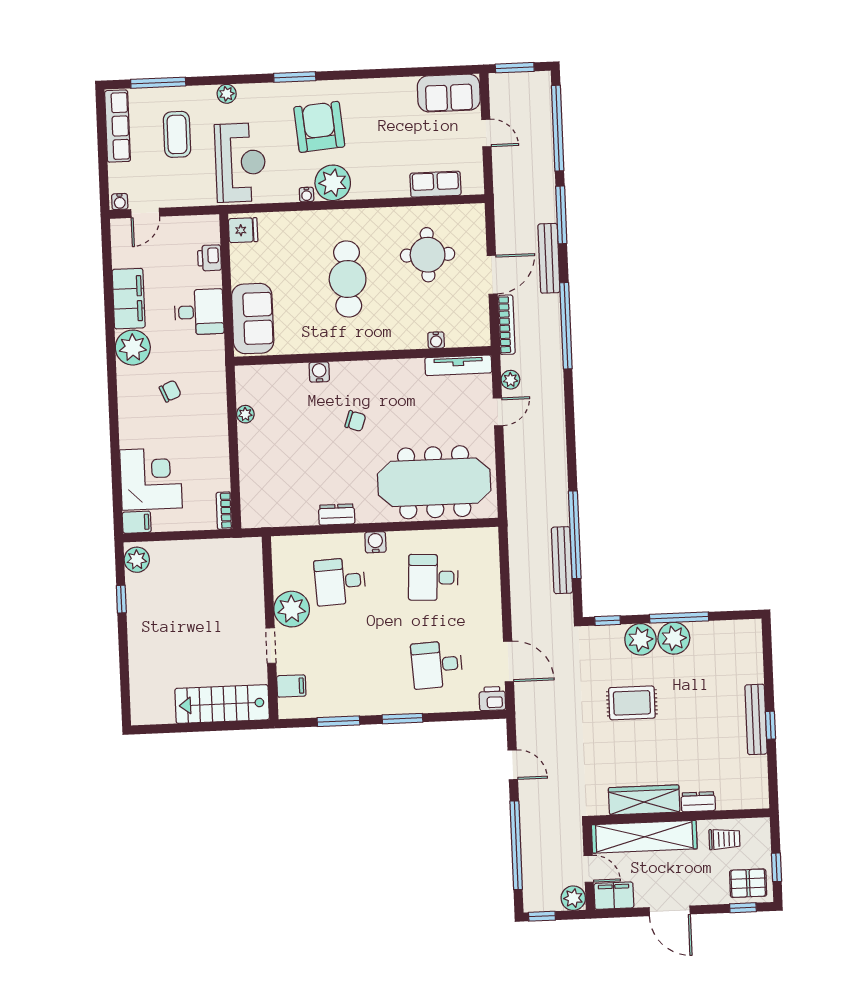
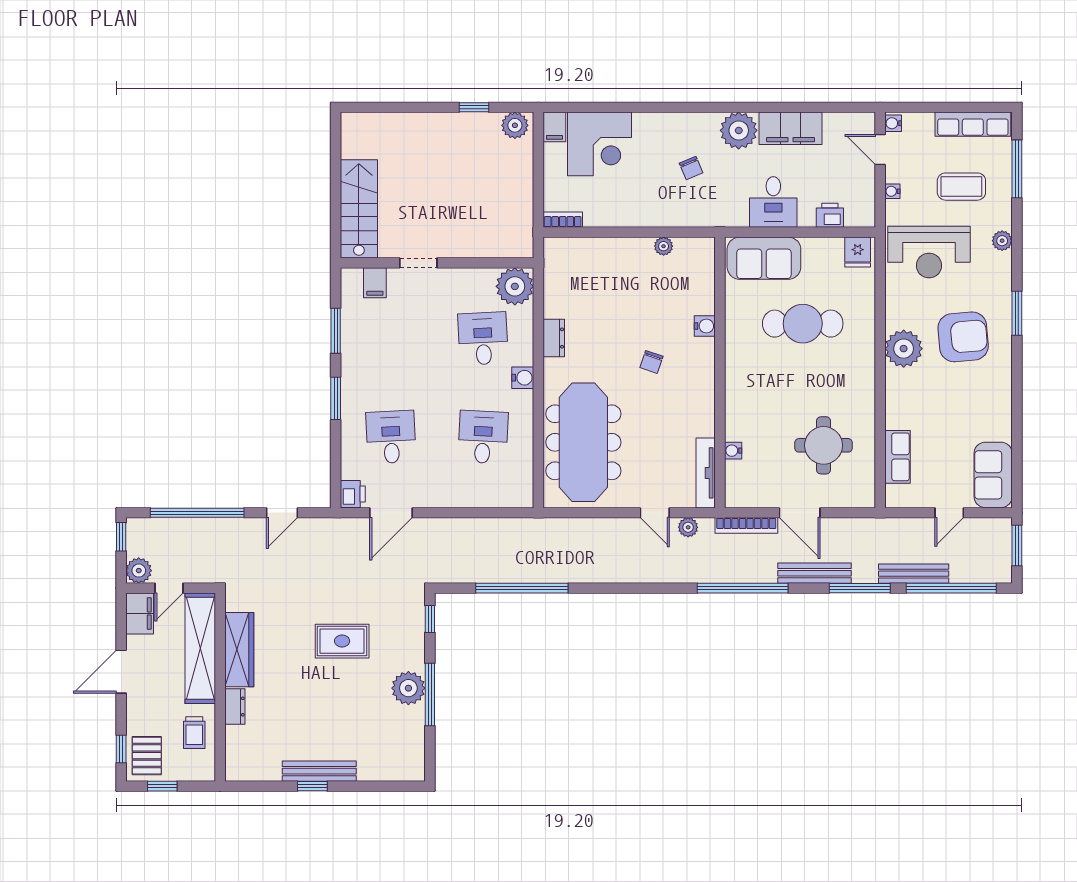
water cooler: (307, 195) -> (892, 191), moved
cafe table: (348, 279) -> (803, 324), moved
bench: (562, 560) -> (914, 574), moved
plant: (292, 609) -> (515, 286), moved
plant: (640, 639) -> (409, 653), removed
rug: (632, 703) -> (342, 641), turned 90

